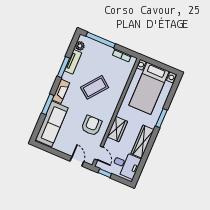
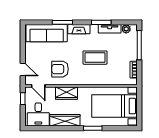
coffee table: (95, 87) -> (95, 58), turned -38
armchair: (92, 126) -> (60, 69), turned 180
door: (99, 153) -> (38, 86), hinge flipped
door: (77, 161) -> (23, 70), hinge flipped

